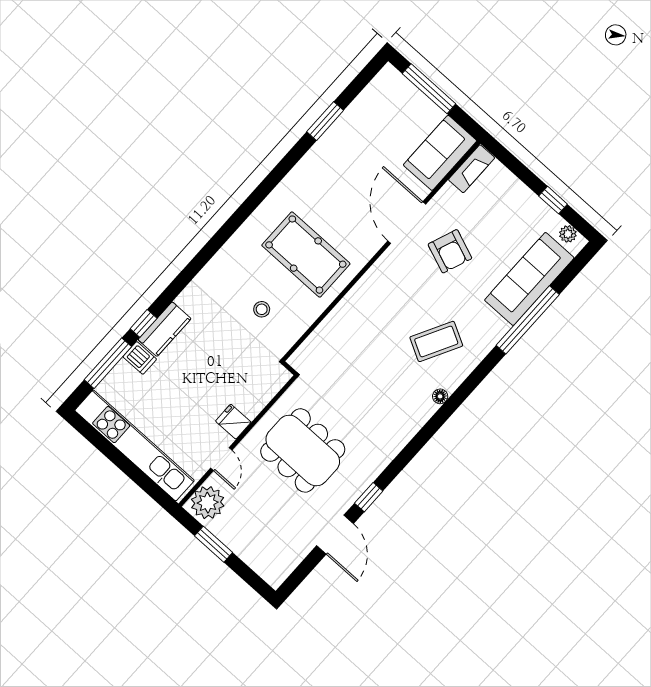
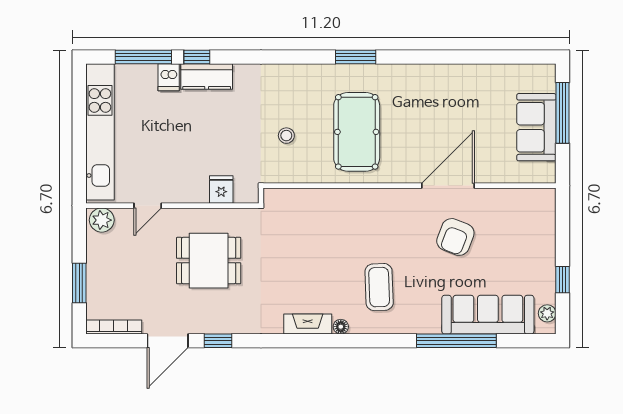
window: (325, 121) -> (356, 57), moved
sofa: (440, 153) -> (536, 127), moved, turned -90
fireplace: (472, 169) -> (308, 324), moved, turned 180
coffee table: (436, 341) -> (379, 287), turned 60
fridge: (233, 422) -> (221, 189), moved
dining table: (303, 450) -> (209, 261), width x0.73
plant: (208, 503) -> (102, 220), width x0.73, depth x0.73
window: (214, 544) -> (79, 283), moved
bookcase: (289, 565) -> (114, 327), added

